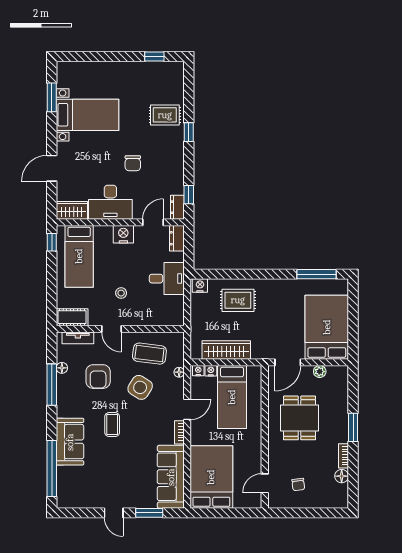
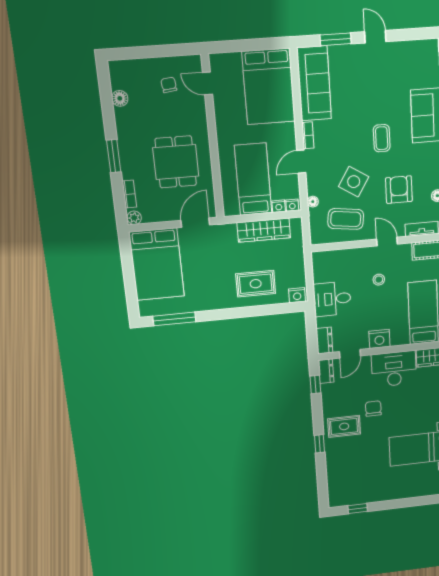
rug: (165, 115) -> (344, 426), moved
plant: (320, 372) -> (134, 218), moved
bookcase: (344, 456) -> (129, 194), moved
door: (265, 483) -> (207, 83), swing flipped

